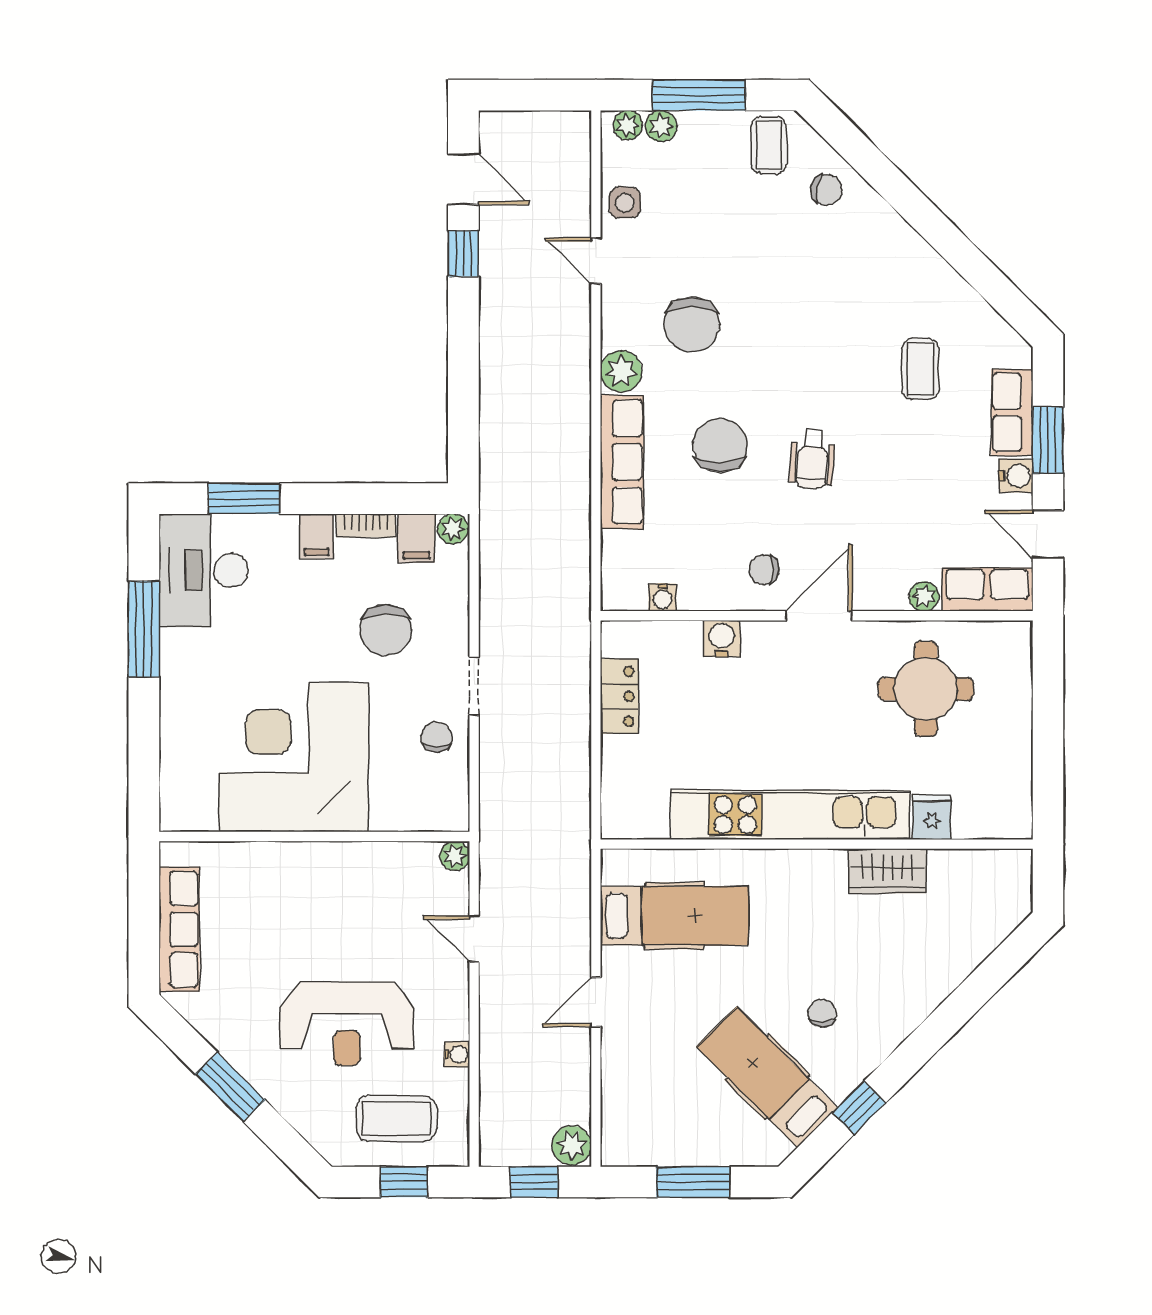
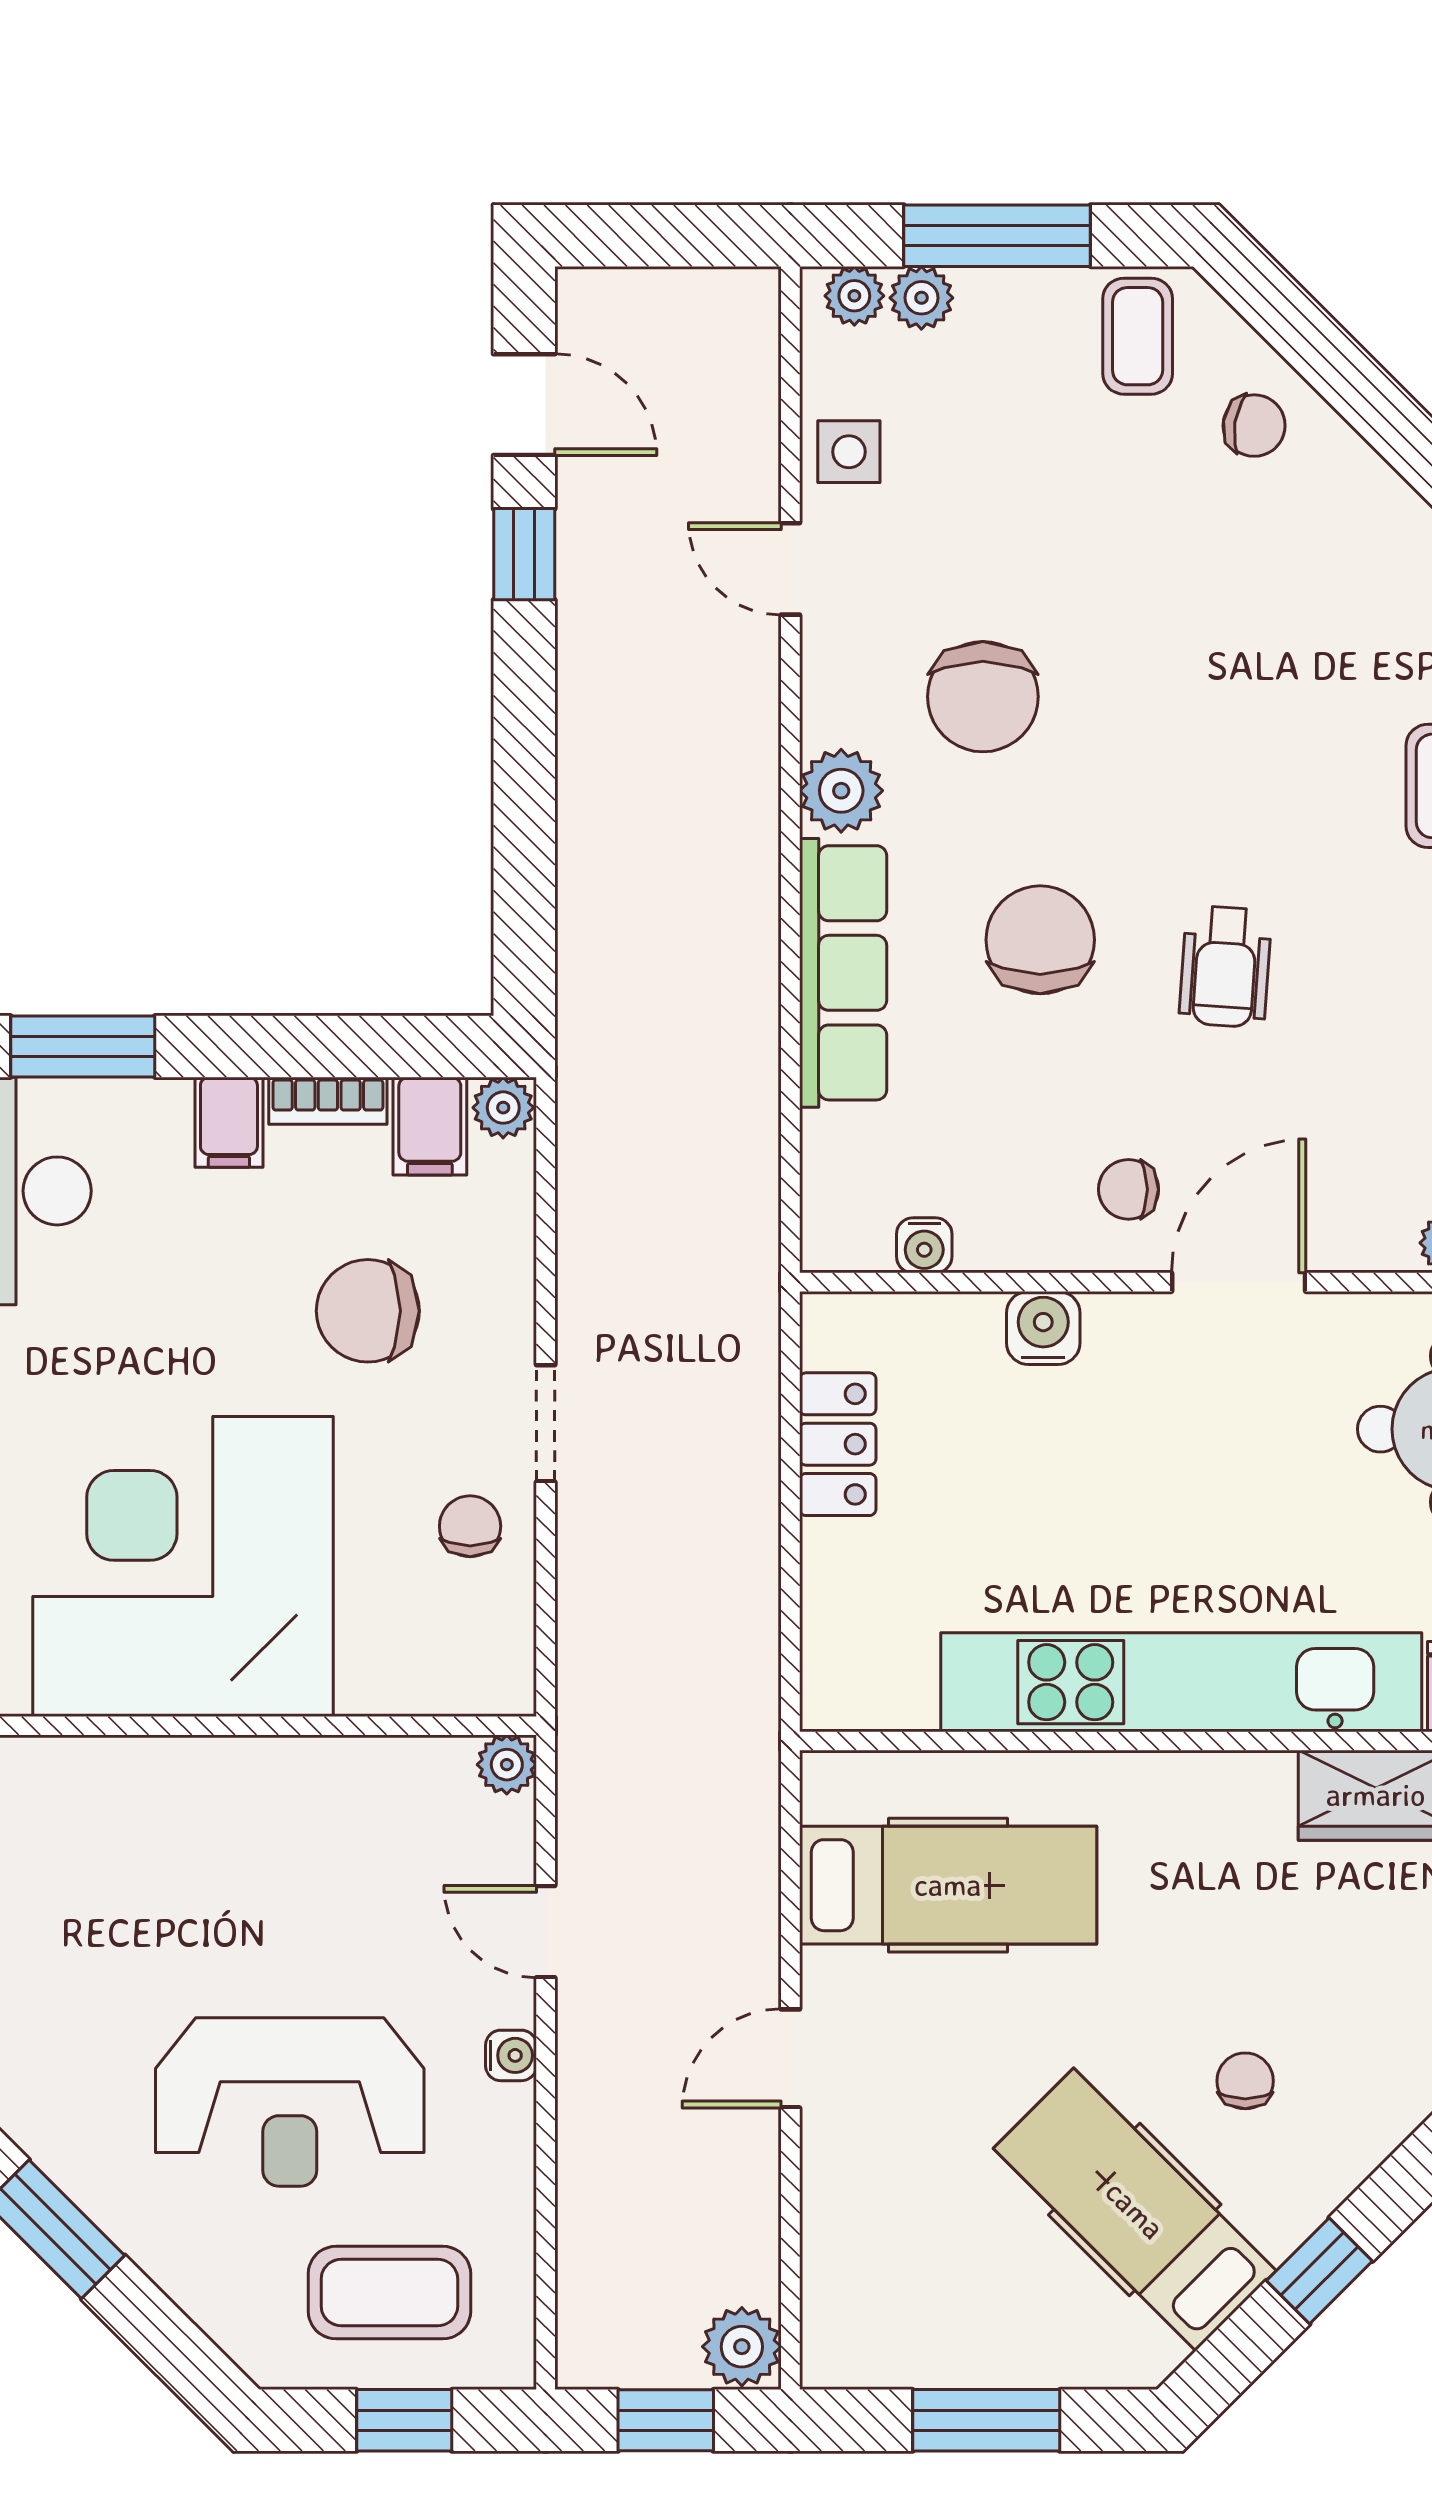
chair: (386, 630) -> (368, 1311), turned 90
water cooler: (457, 1054) -> (511, 2055), moved

